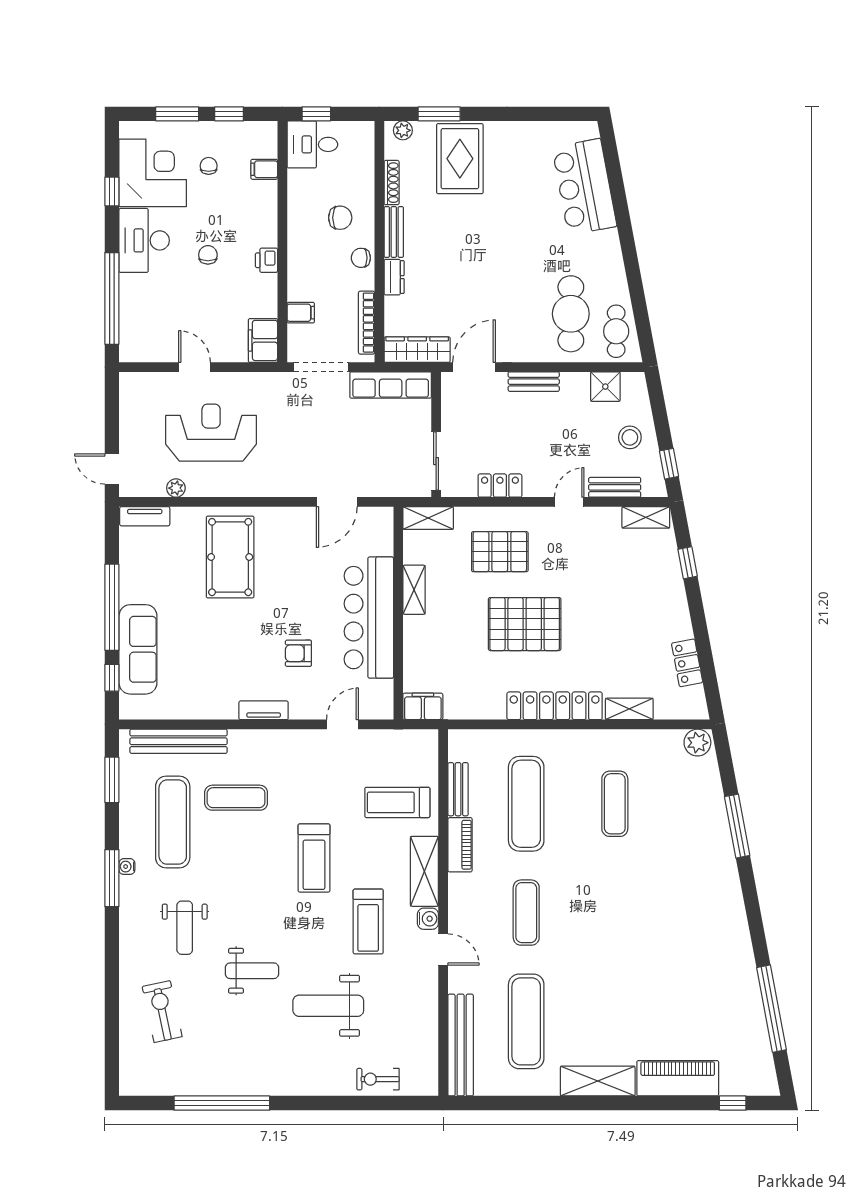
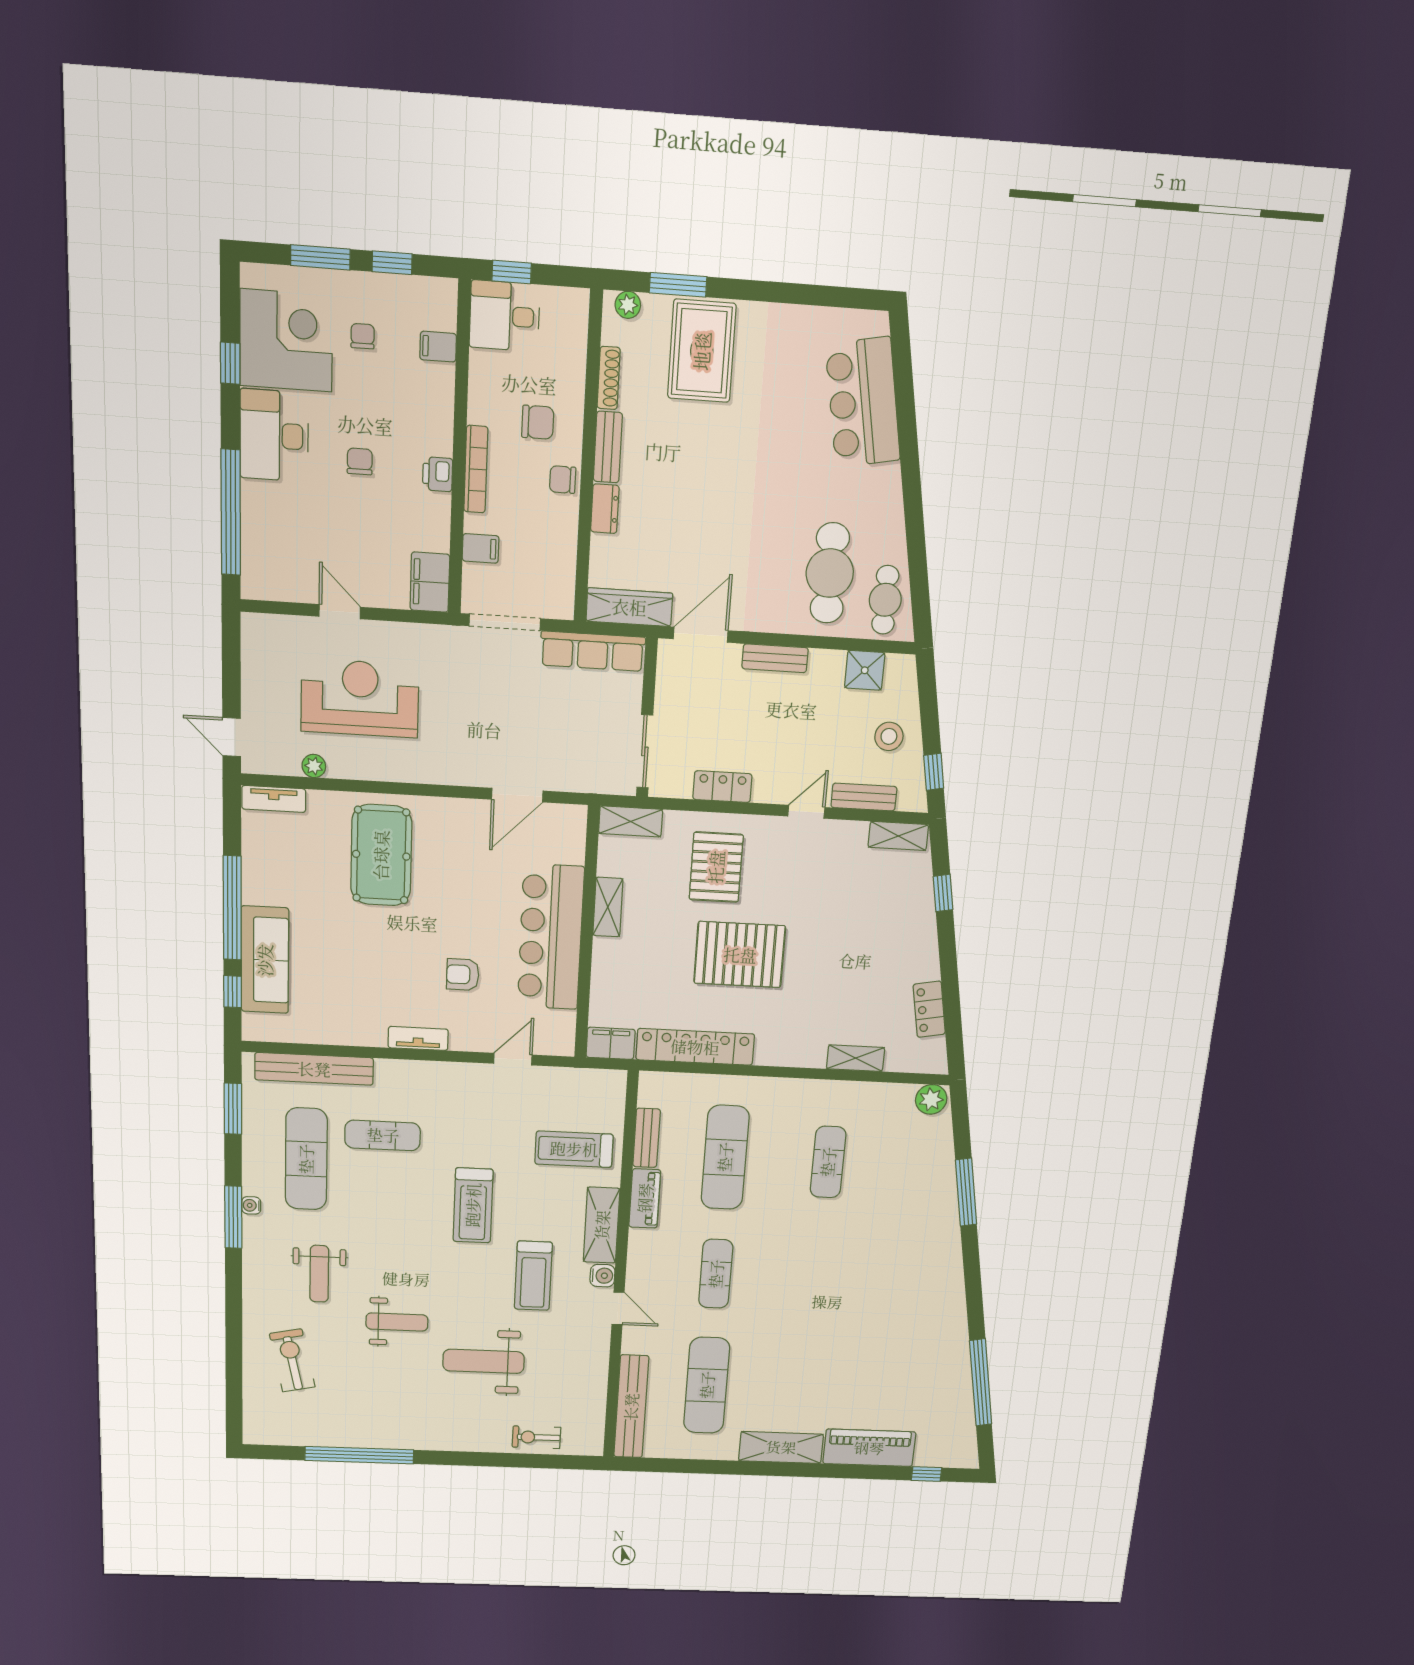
bookcase: (367, 323) -> (476, 469), moved, turned 180
pallet: (500, 552) -> (716, 867), turned 90
locker: (555, 706) -> (695, 1047), moved

